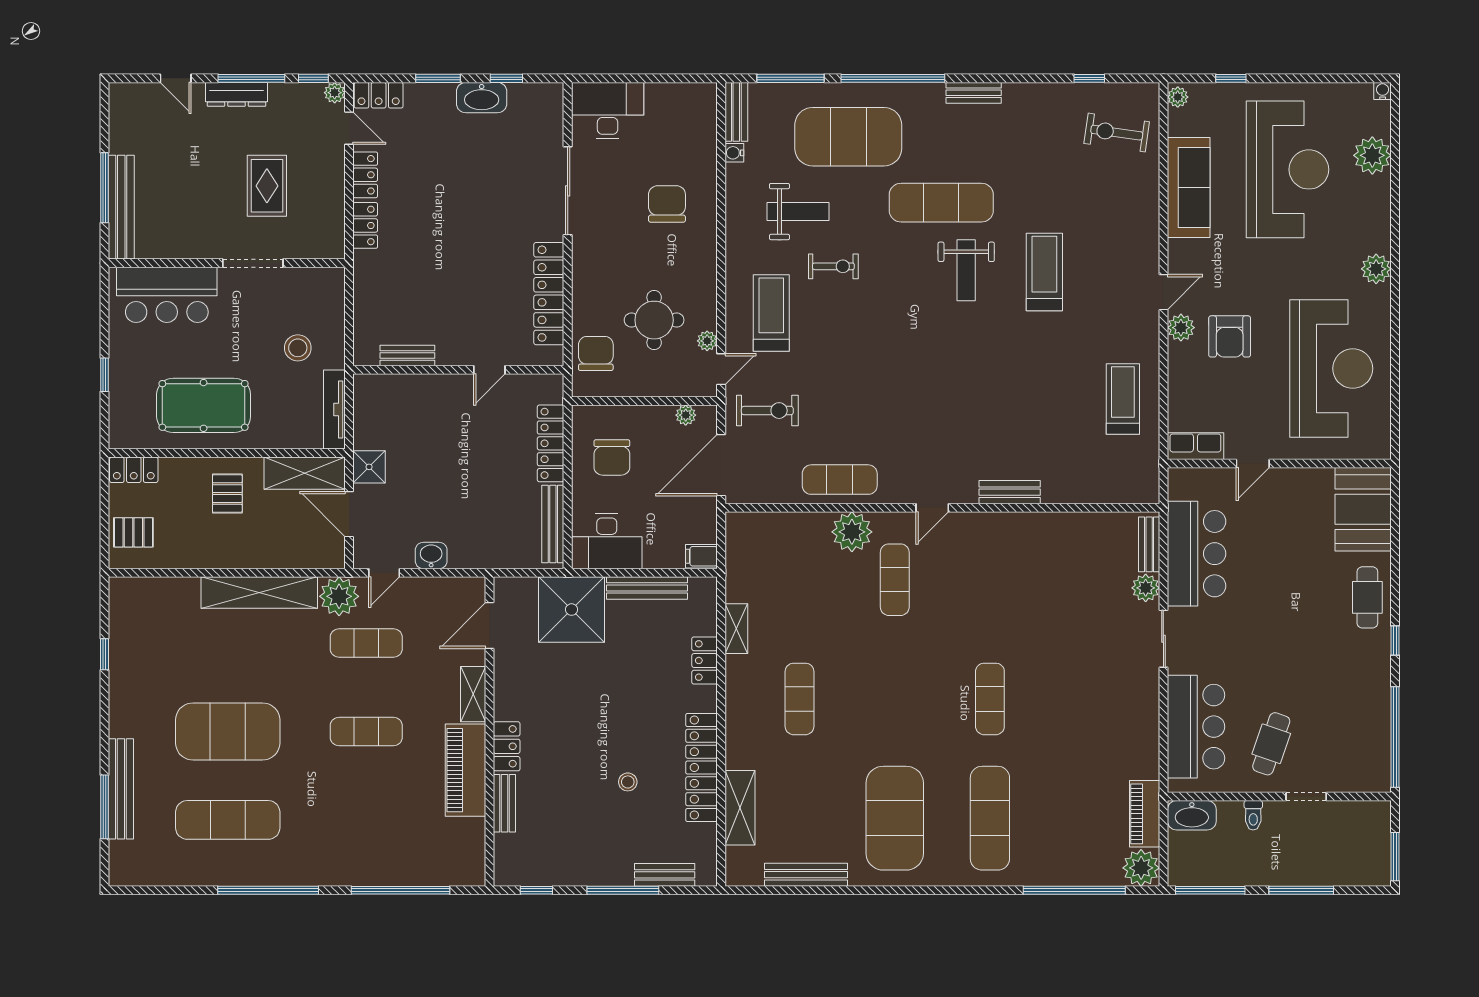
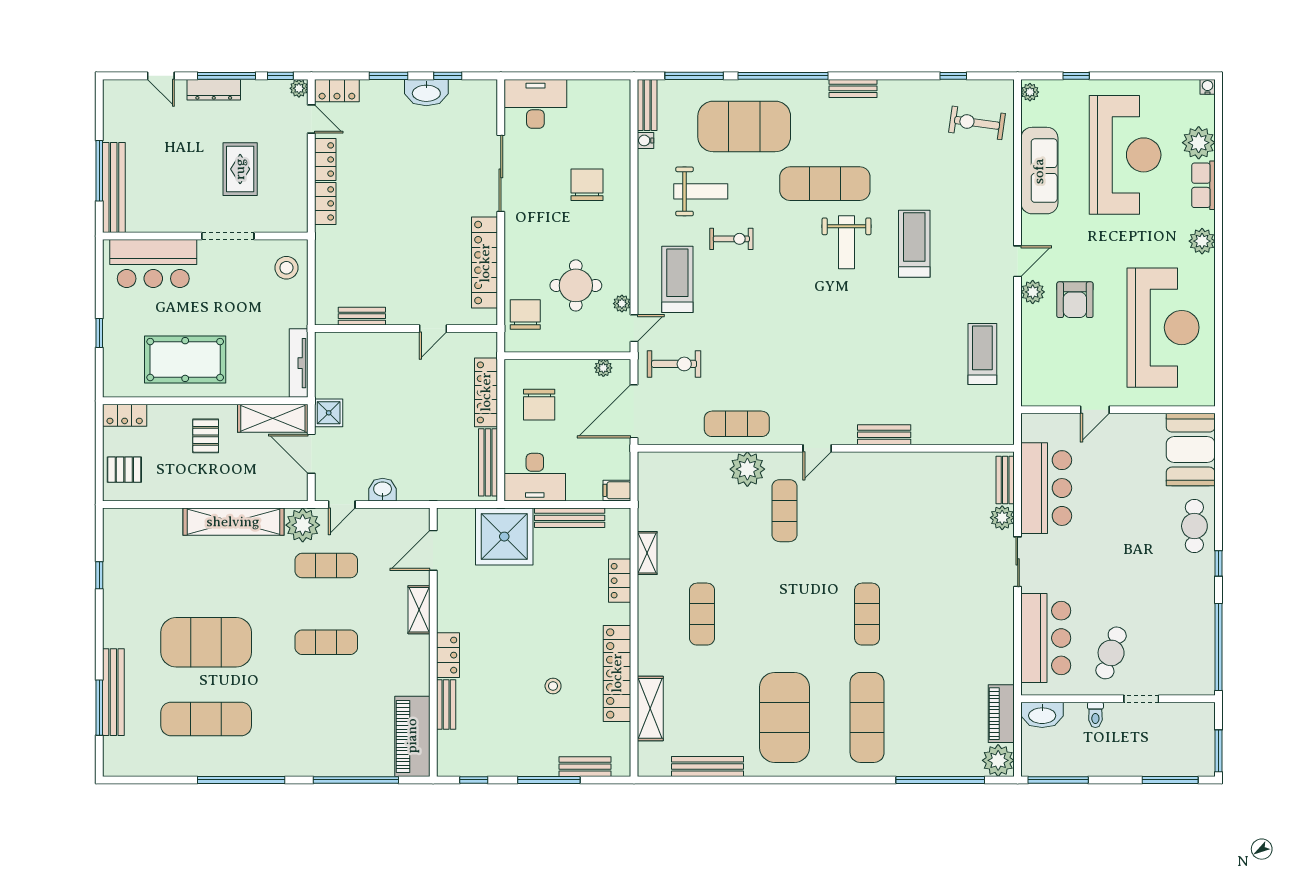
stool: (298, 348) -> (286, 268), moved
row of seats: (1195, 446) -> (1203, 185), moved, turned -90
piano: (466, 770) -> (412, 736), moved
window: (1301, 890) -> (1170, 780), moved

